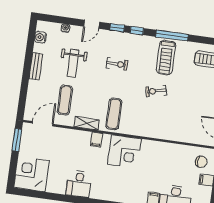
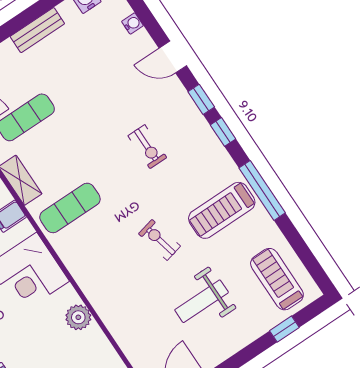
weight bench: (73, 63) -> (202, 301), moved
plant: (158, 148) -> (78, 317), added

